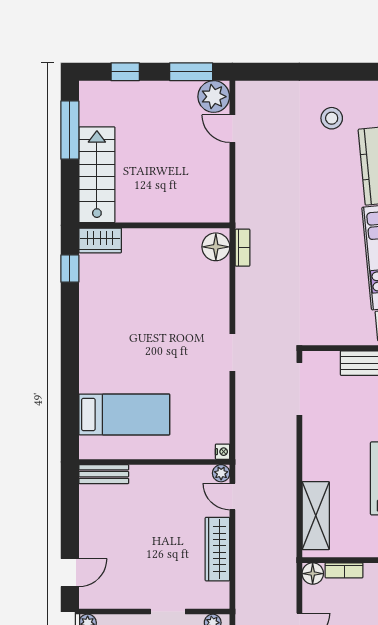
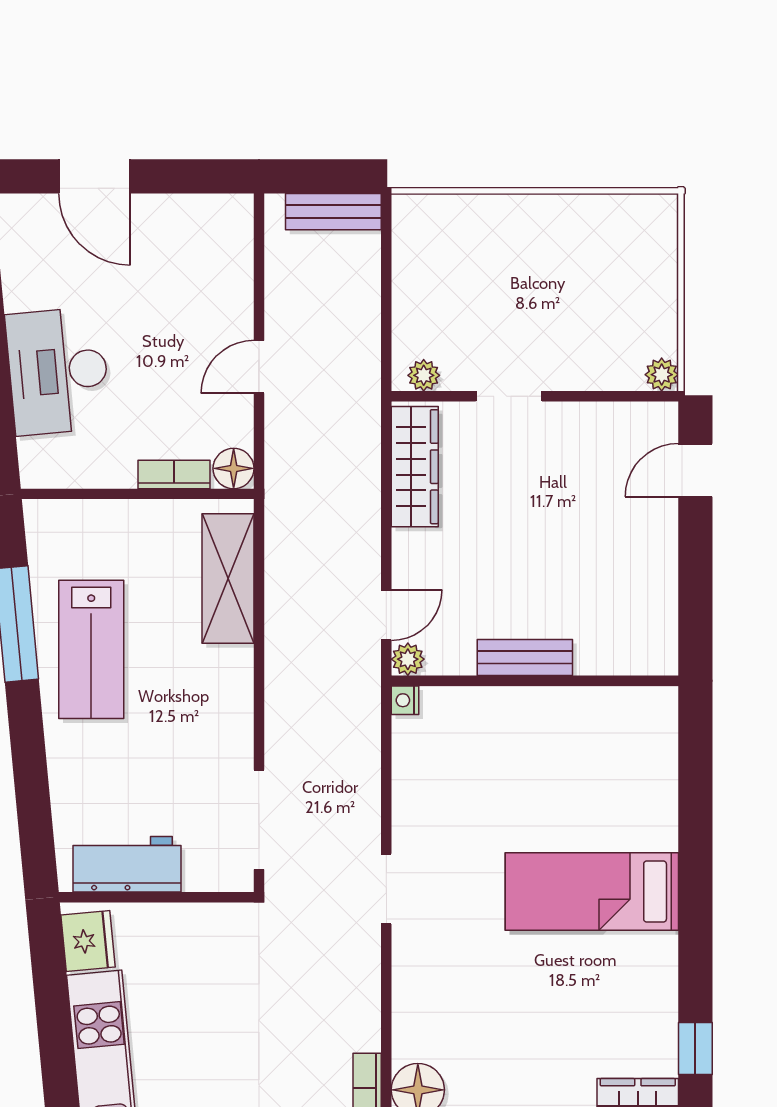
bed: (124, 414) -> (592, 892), moved
bench: (104, 474) -> (525, 657), moved
door: (232, 496) -> (386, 615), hinge flipped
wardrobe: (217, 549) -> (415, 467), moved

